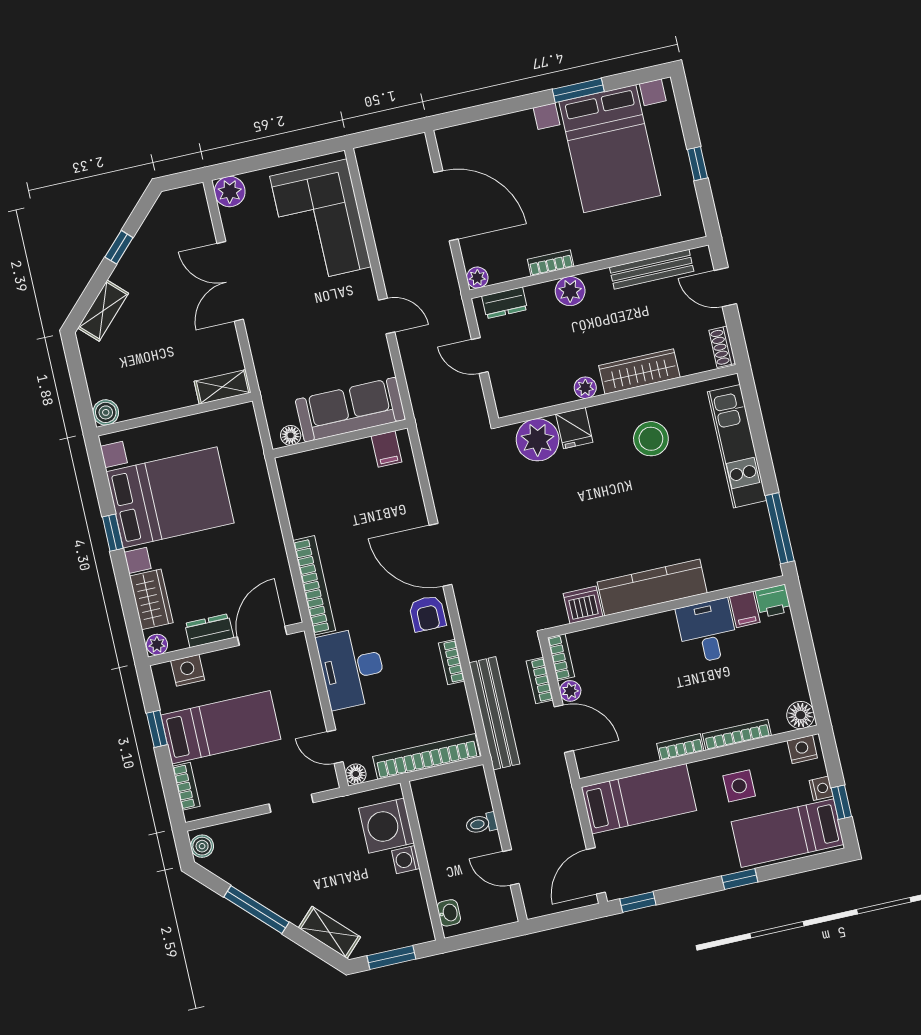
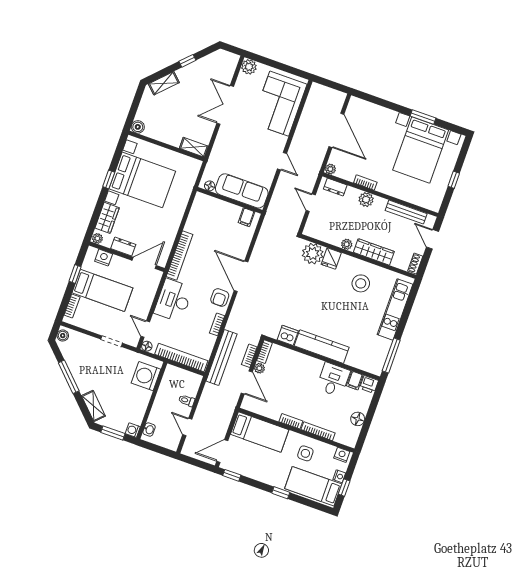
floor lamp: (801, 715) -> (358, 419), moved
washing machine: (406, 860) -> (133, 430), moved

